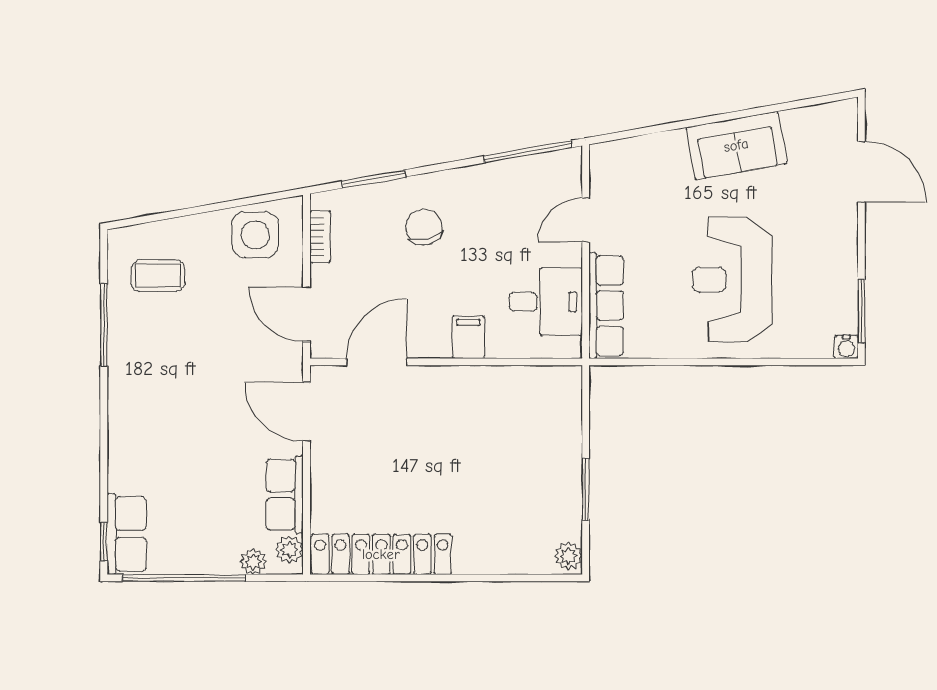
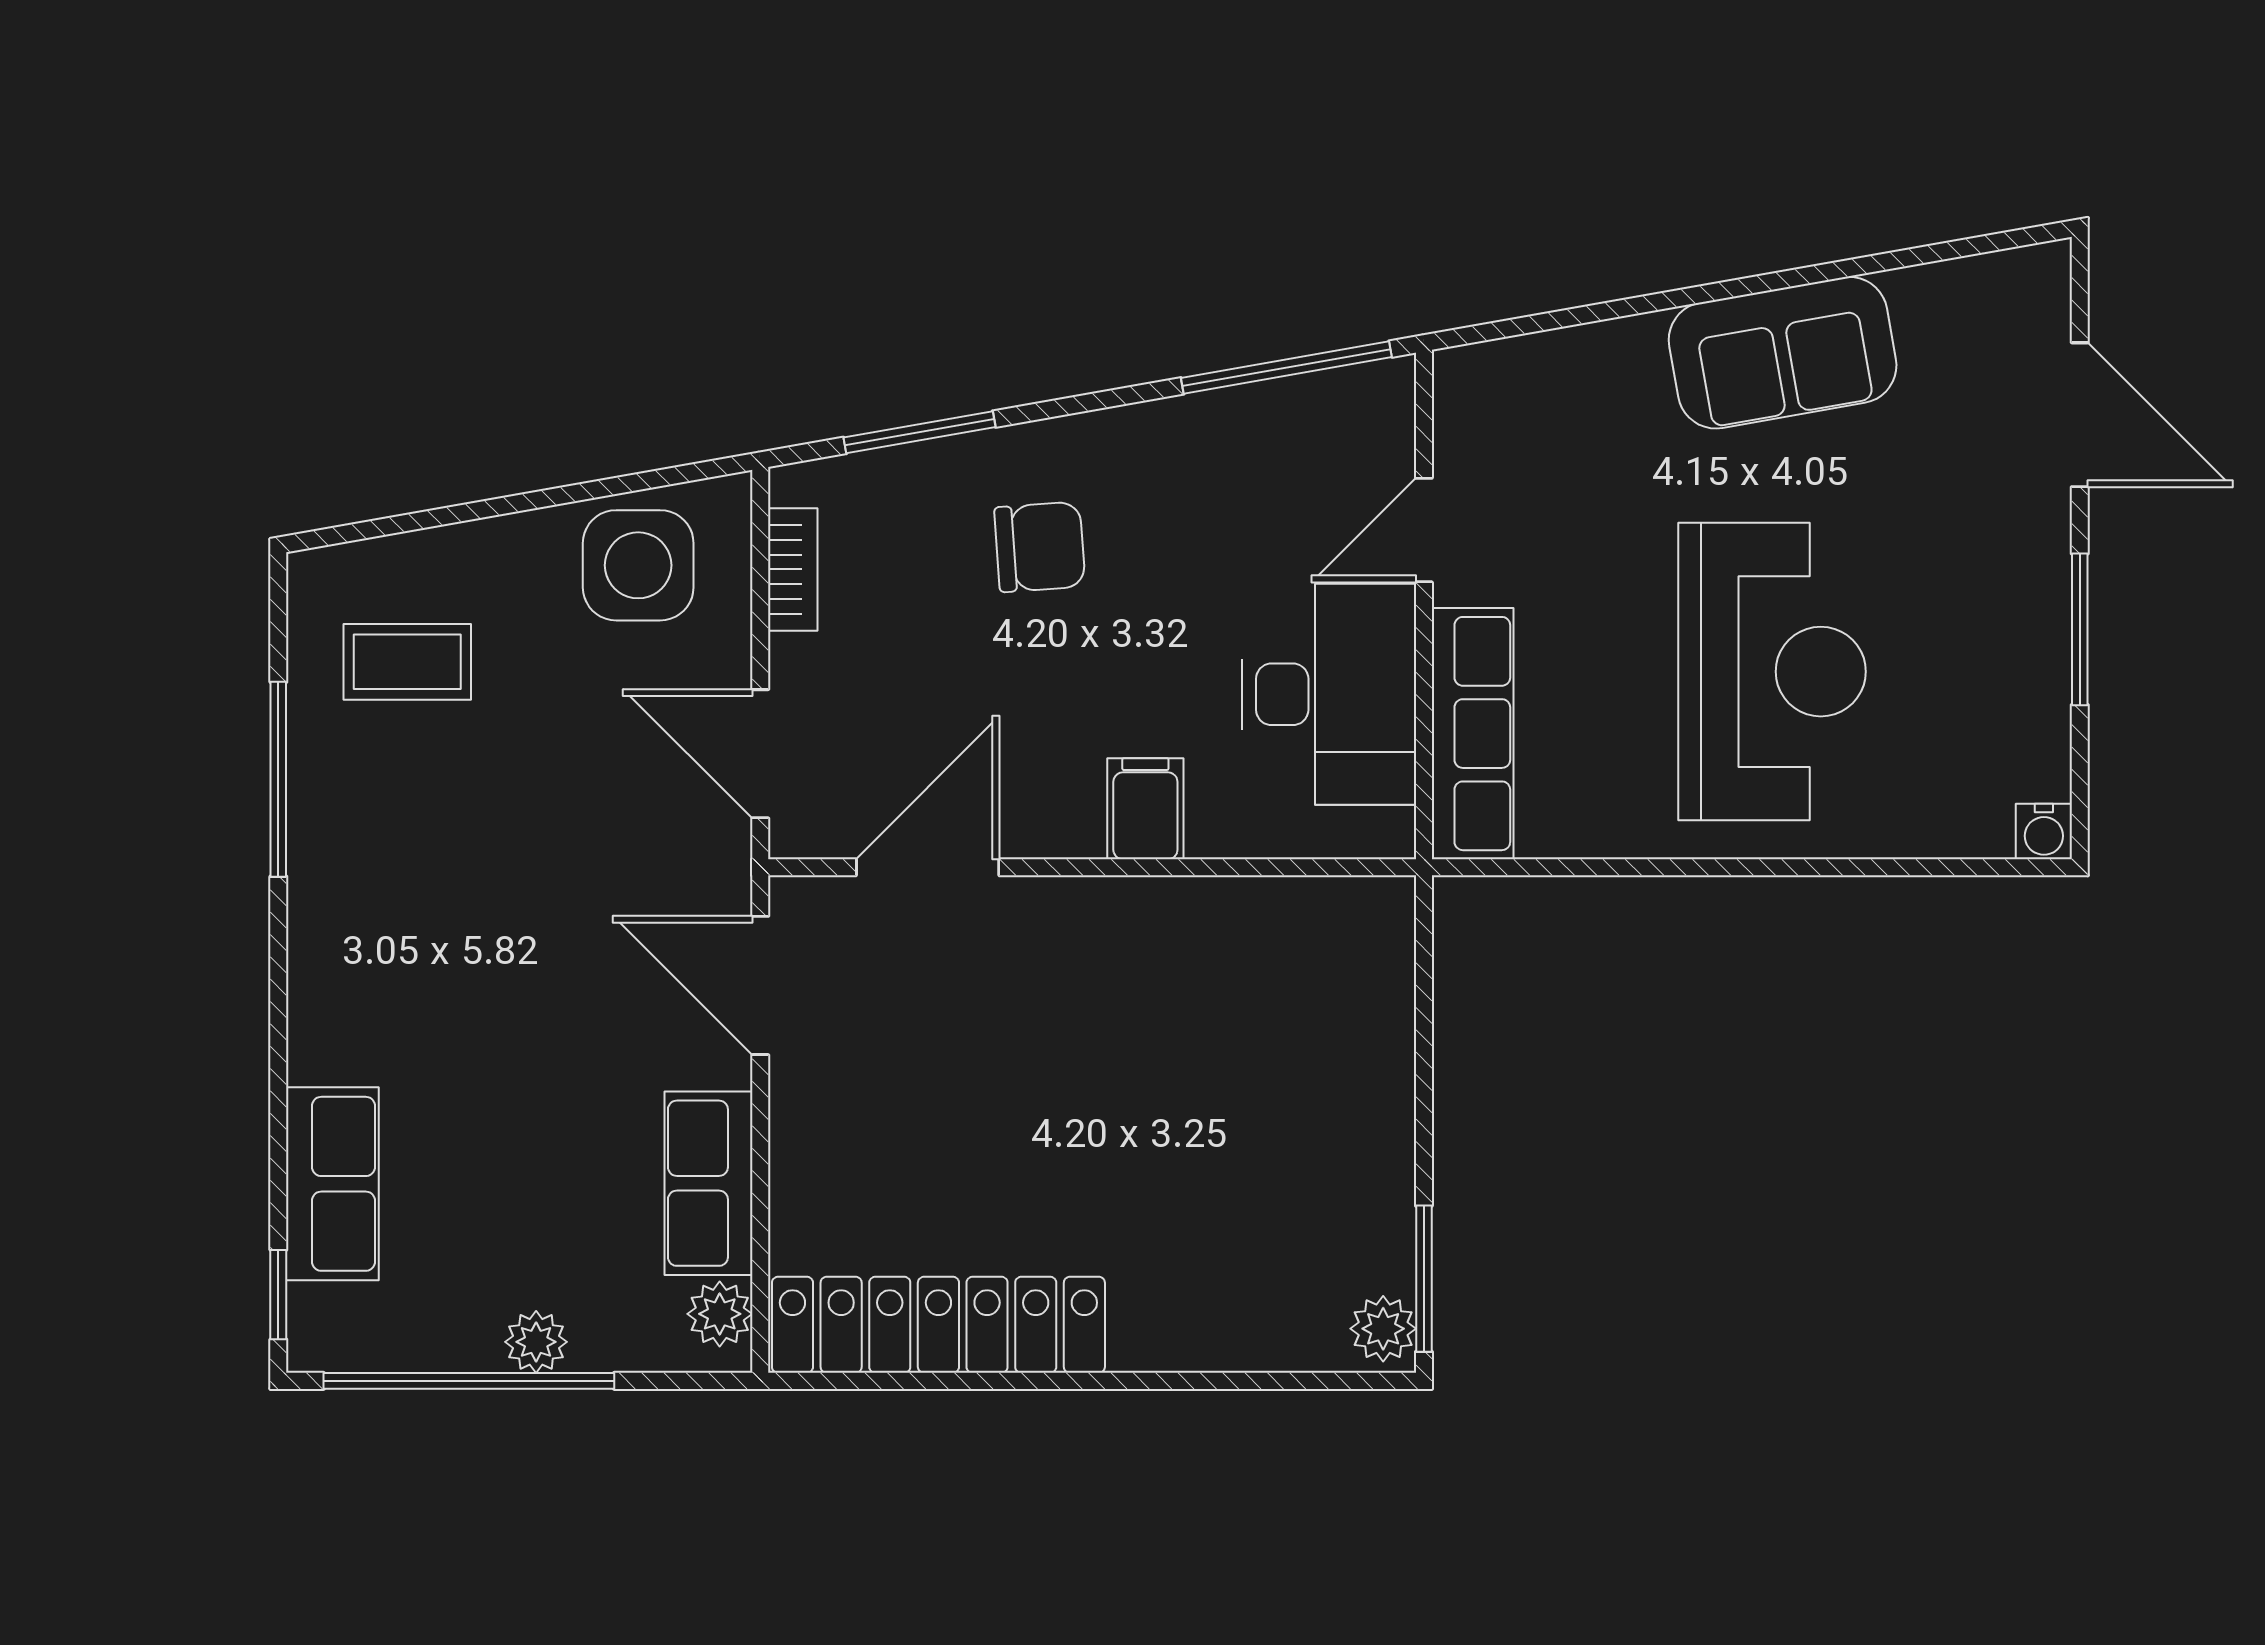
chair: (424, 227) -> (1040, 547), turned 100
reception desk: (732, 280) -> (1772, 672), turned 180
desk: (546, 302) -> (1329, 694), width x1.37
window: (861, 311) -> (2080, 629), moved
window: (586, 489) -> (1424, 1279), moved
row of seats: (127, 534) -> (332, 1184), moved
plant: (253, 562) -> (536, 1342), moved

